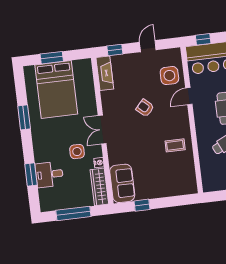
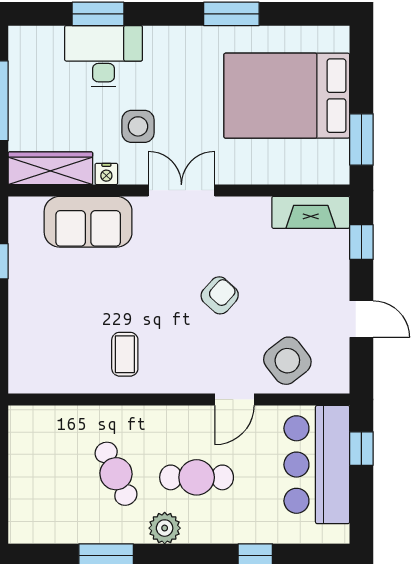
window: (52, 58) -> (361, 140), moved
side table: (169, 76) -> (287, 361), turned -38
door: (189, 96) -> (234, 400), swing flipped
desk: (49, 174) -> (103, 56), width x1.37
sofa: (122, 183) -> (88, 222), moved

